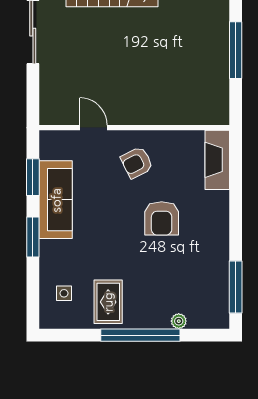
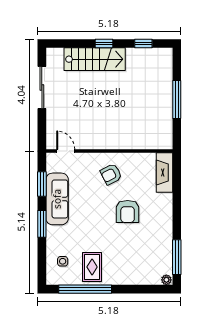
door: (94, 128) -> (66, 151), moved
plant: (179, 321) -> (166, 280), moved
window: (140, 335) -> (85, 289), moved

